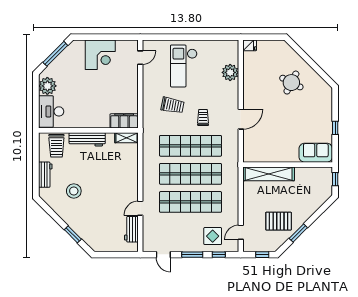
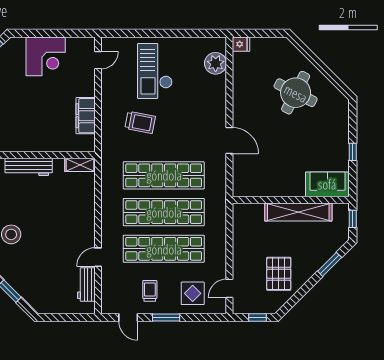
plant: (230, 72) -> (216, 63), moved
round table: (291, 83) -> (296, 93), width x1.36, depth x1.36
trolley: (203, 117) -> (150, 291), moved
door: (241, 119) -> (229, 140), hinge flipped
filing cabinet: (124, 121) -> (86, 116), moved, turned -90
shelving: (269, 174) -> (298, 212), moved
pallet: (279, 221) -> (279, 274), turned 90
window: (298, 233) -> (330, 264), moved
window: (219, 255) -> (201, 318), removed

